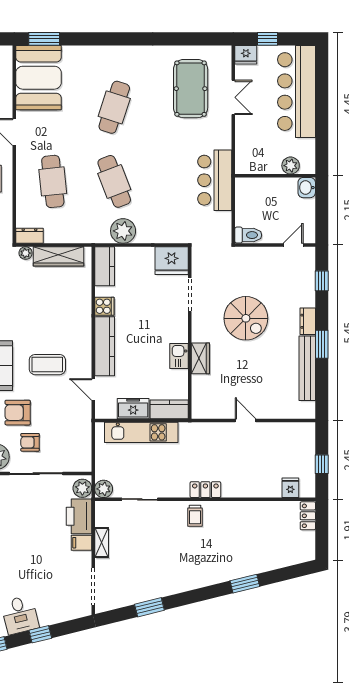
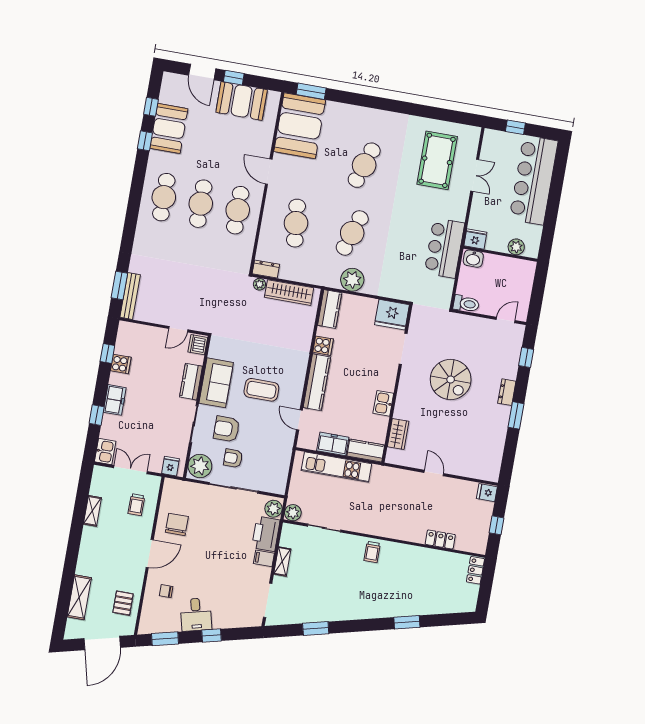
fridge: (246, 55) -> (475, 239), moved, turned 180
cafe table: (114, 181) -> (352, 233), turned 39
washbasin: (307, 188) -> (473, 259), moved, turned -90
wardrobe: (200, 358) -> (398, 434), moved
bench: (307, 368) -> (499, 435), removed
fridge: (290, 488) -> (487, 493), moved, turned -90
locker: (205, 490) -> (440, 539), moved

